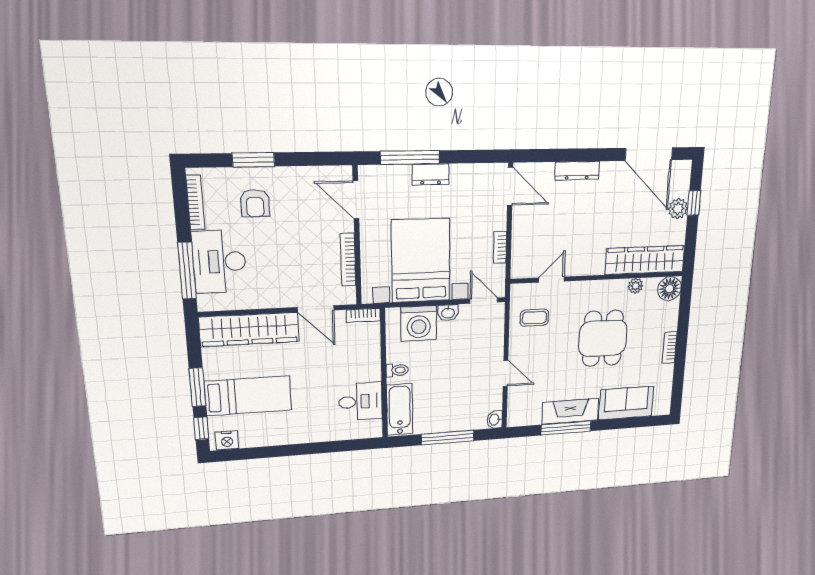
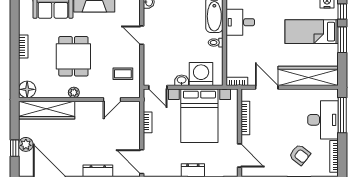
armchair: (255, 203) -> (300, 155), turned 128
plant: (636, 286) -> (74, 92), moved

